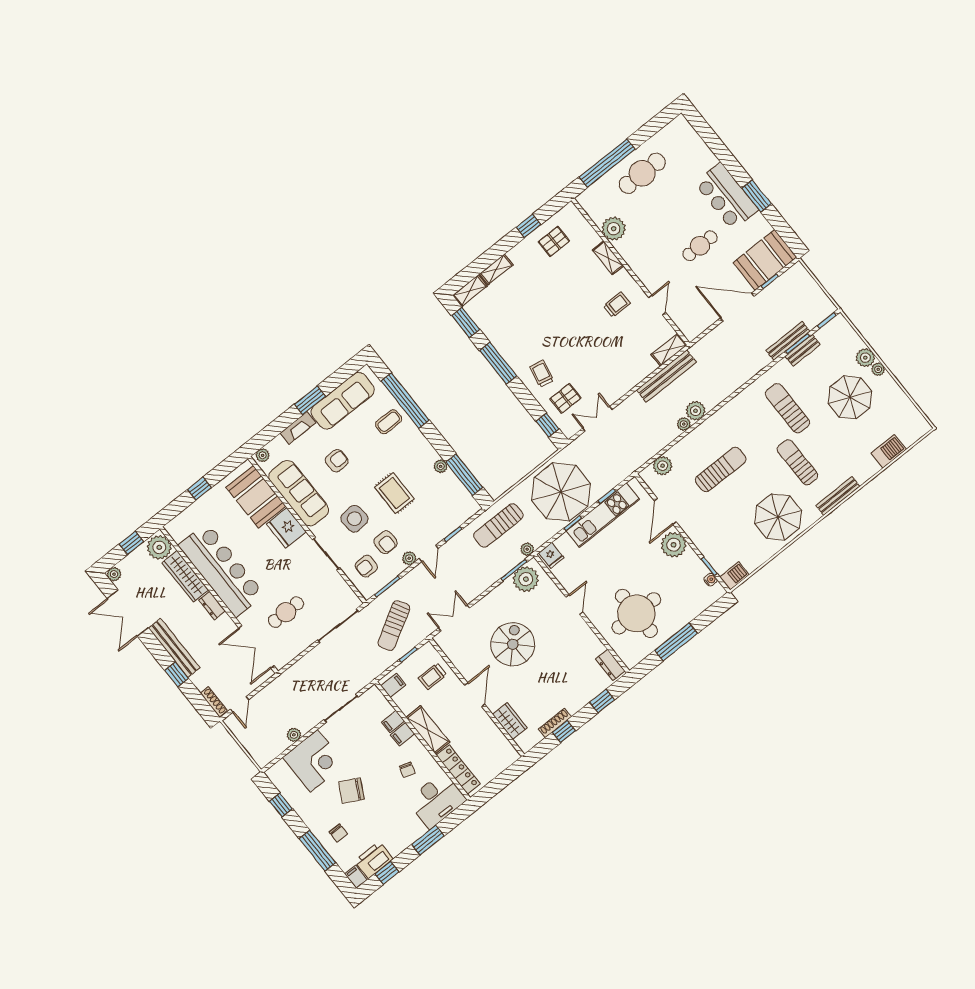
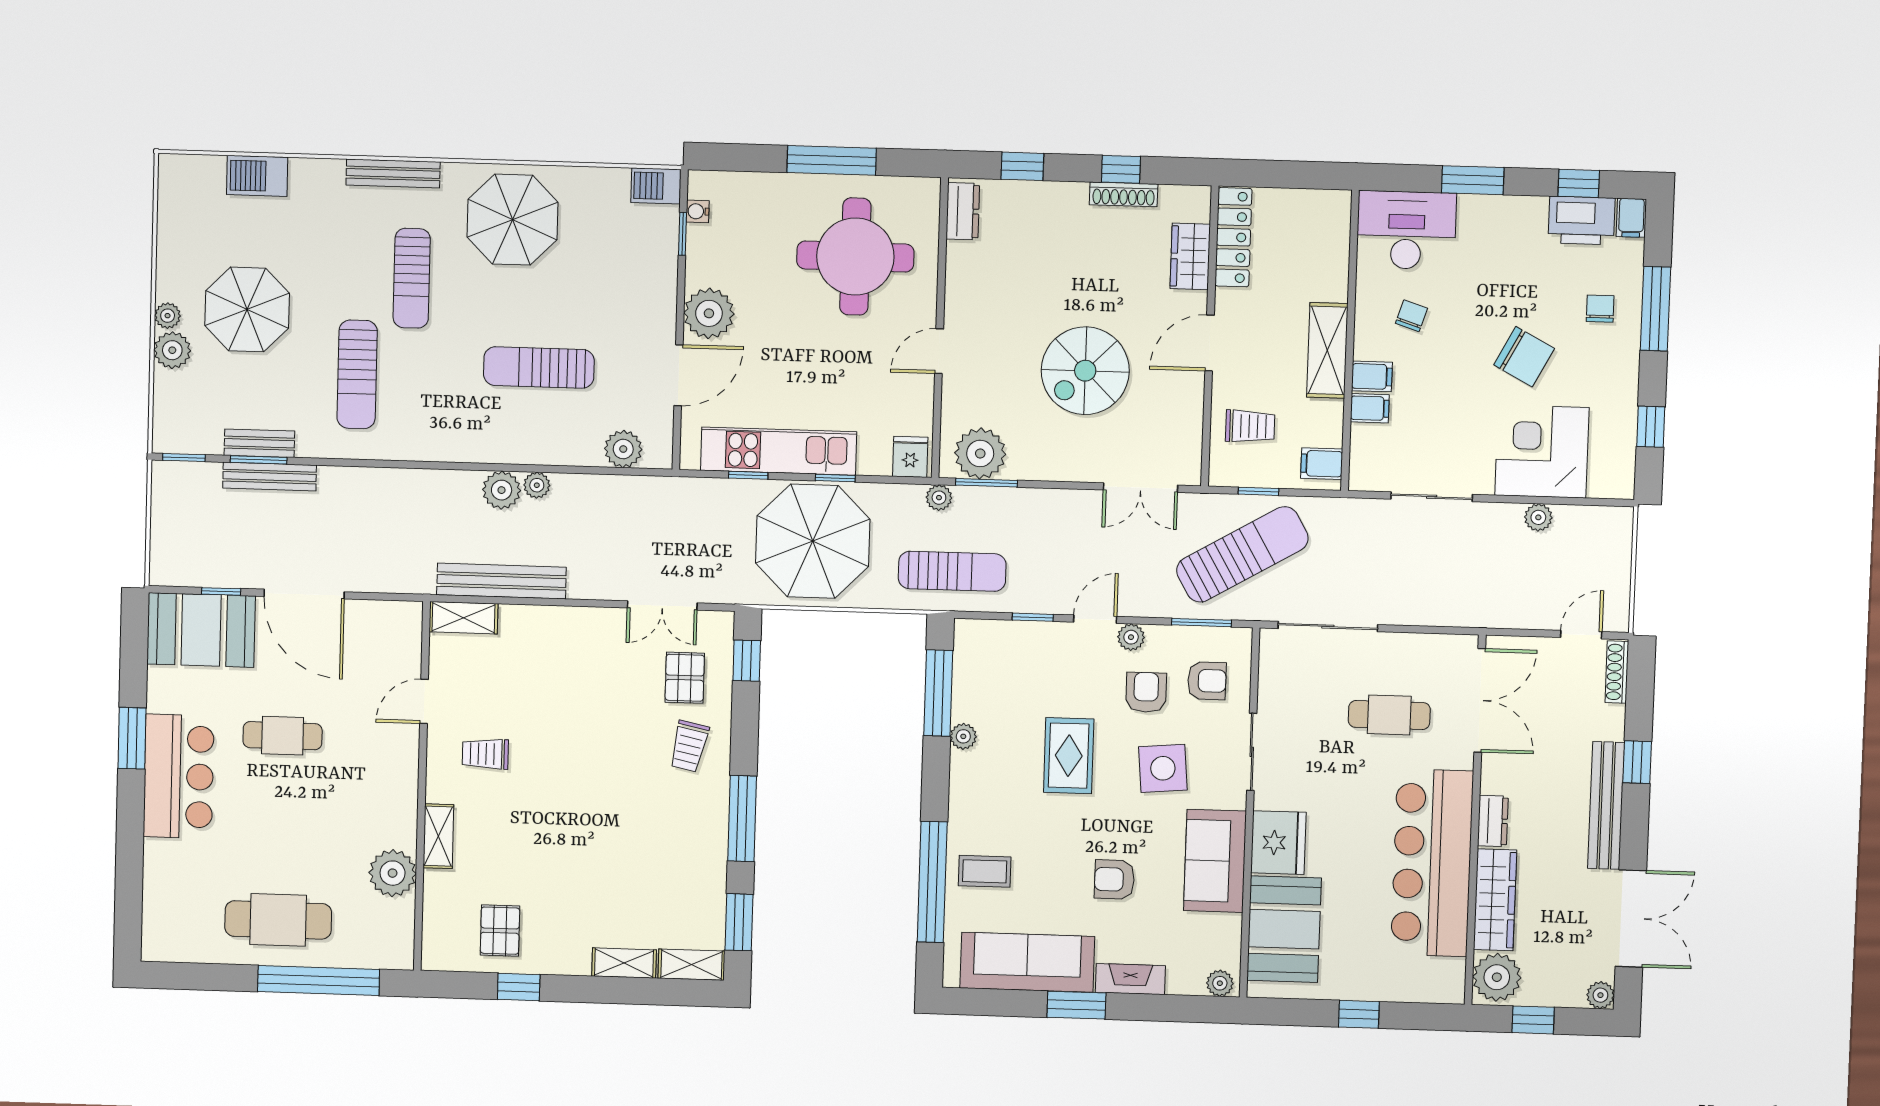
pallet: (554, 241) -> (500, 931), turned 90
pallet: (566, 398) -> (685, 678), turned 90
sofa: (299, 493) -> (1215, 861), width x0.73
sun lounger: (394, 626) -> (1242, 554), width x1.36, depth x1.34
locker: (458, 770) -> (1233, 237), moved, turned 180

